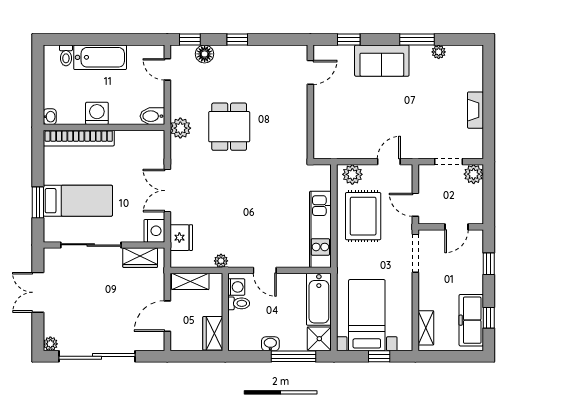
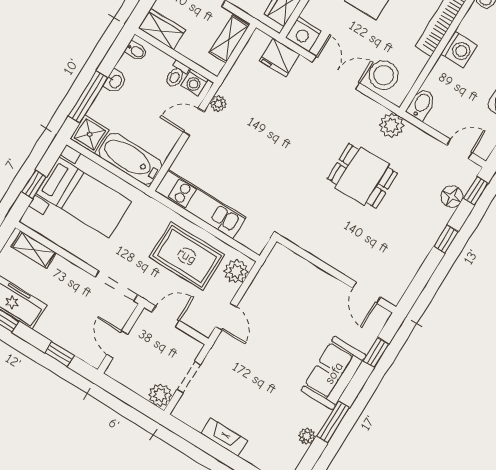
stool: (148, 156) -> (384, 75), added
plant: (221, 261) -> (218, 104), moved
bidet: (240, 342) -> (136, 51), added

